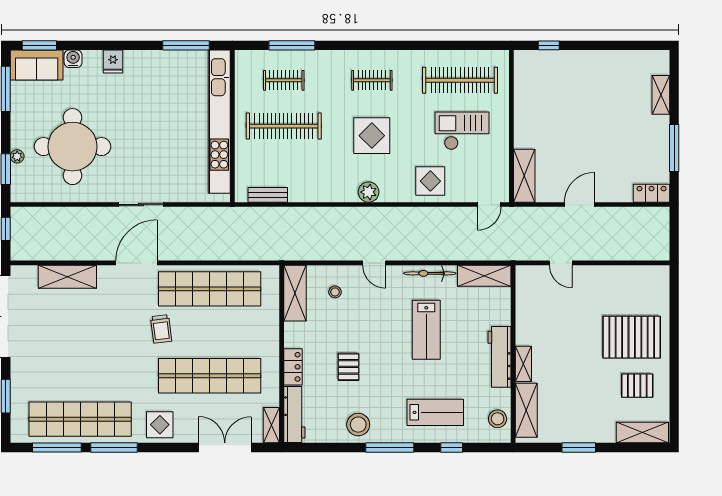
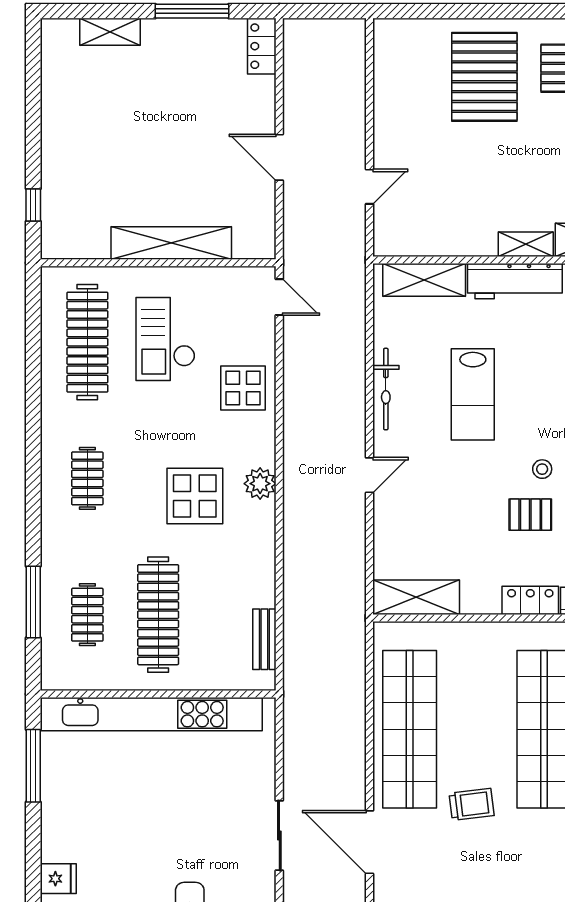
display table: (372, 136) -> (195, 496), moved
shelving: (524, 176) -> (171, 243), moved, width x1.47
shelving: (484, 276) -> (424, 280), moved, turned 90
stool: (335, 292) -> (542, 469), moved
lab bench: (426, 330) -> (473, 394), turned 90

